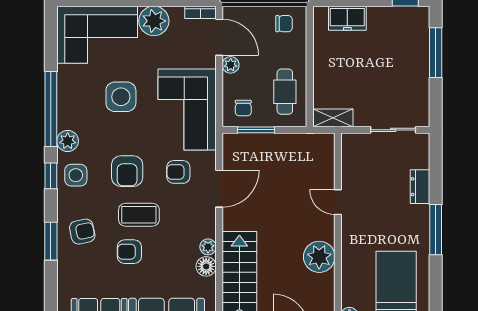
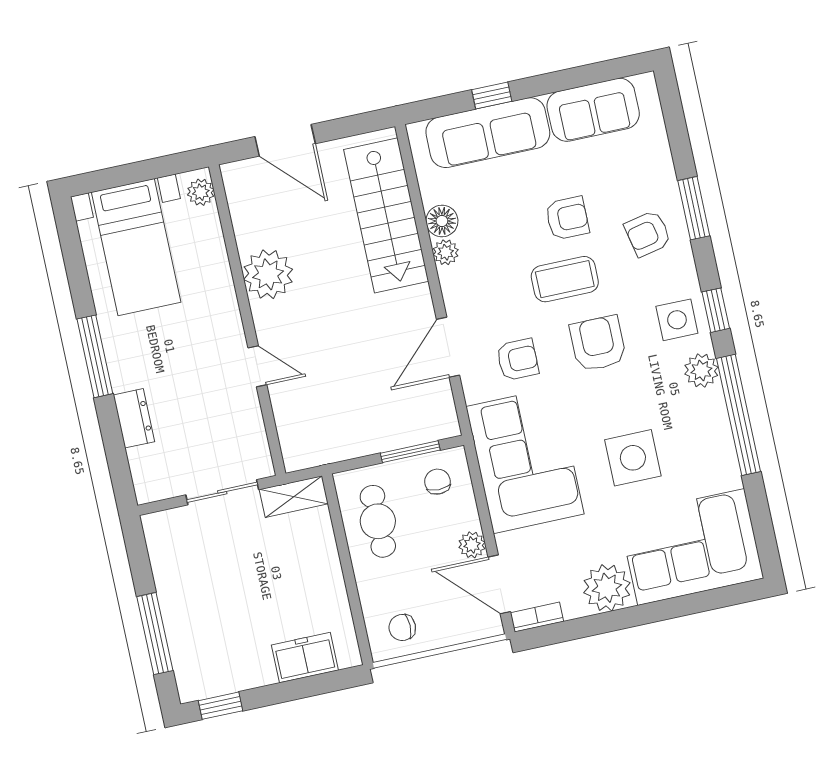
sliding door: (393, 130) -> (222, 492), moved

